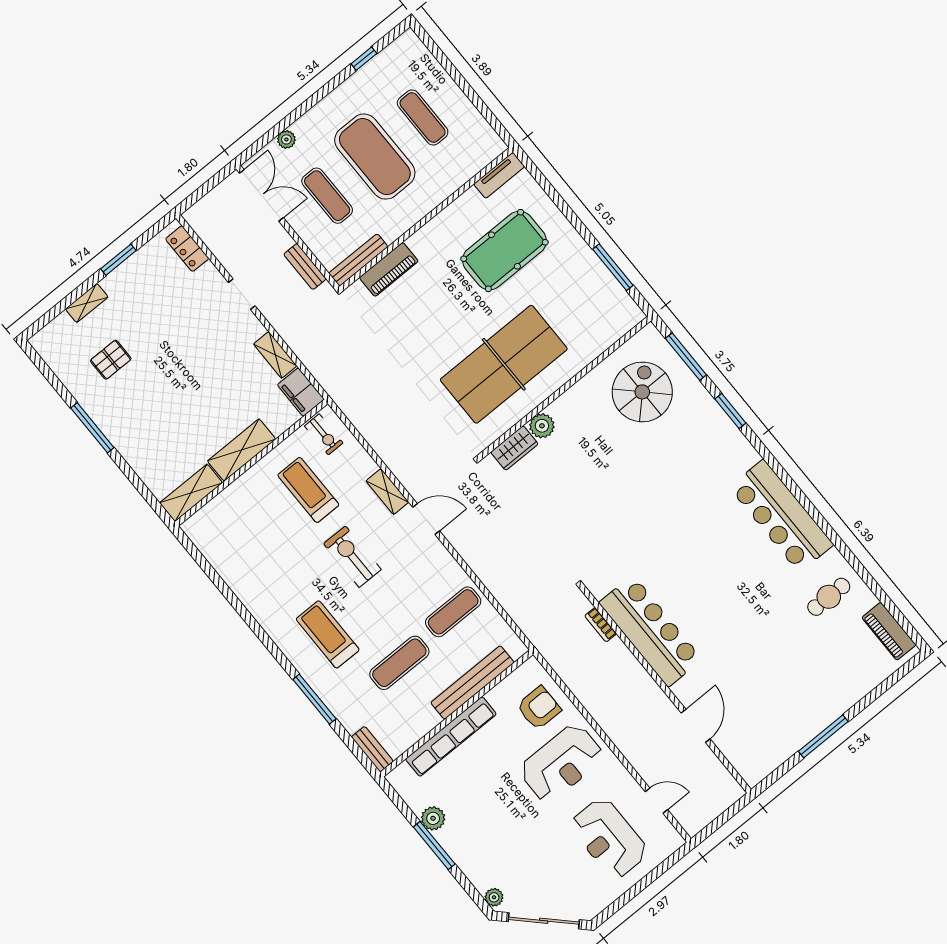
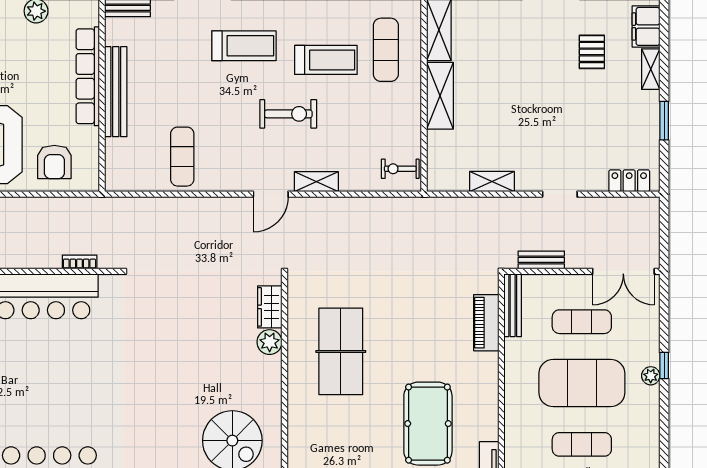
window: (364, 59) -> (664, 365), moved
plant: (286, 139) -> (651, 376), moved
table tennis table: (504, 364) -> (341, 351), width x0.73, depth x0.76
filing cabinet: (301, 392) -> (646, 26), moved, turned -90
treadmill: (308, 490) -> (326, 60), moved
exercise mat: (399, 663) -> (386, 50), moved
bench: (472, 682) -> (116, 92), moved

